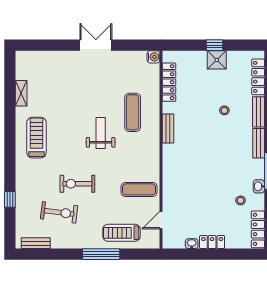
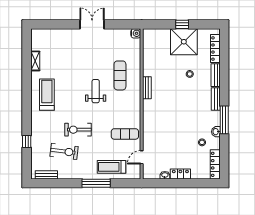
shower: (217, 60) -> (184, 42), width x1.86, depth x1.86
locker: (169, 82) -> (148, 53), removed

